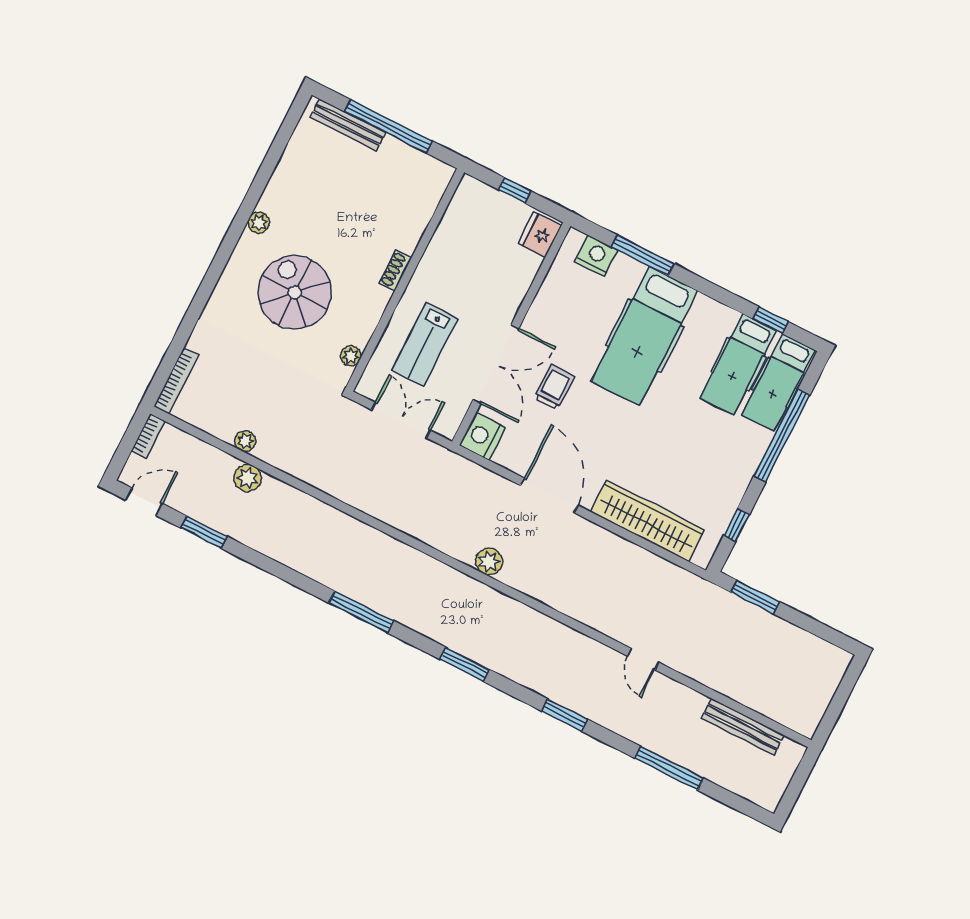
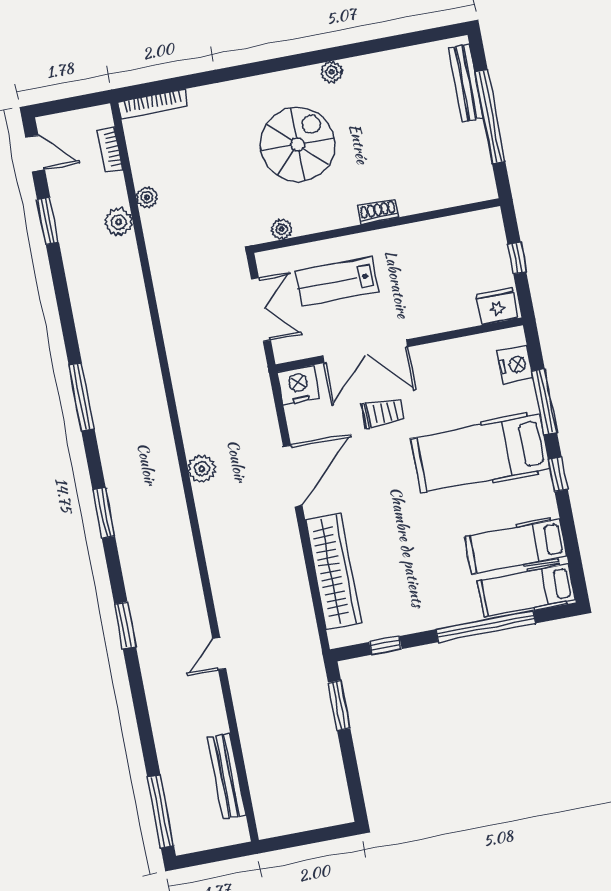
window: (771, 320) -> (558, 474), moved
bookcase: (148, 436) -> (110, 150), moved, turned 90
window: (669, 768) -> (161, 811), moved

